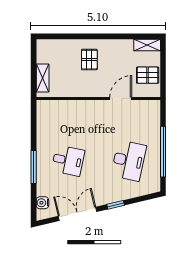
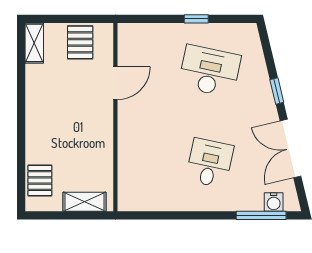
pallet: (89, 60) -> (40, 180), moved, turned 90
door: (121, 98) -> (115, 83), swing flipped
window: (163, 152) -> (196, 19), width x0.32
window: (34, 167) -> (261, 215), moved

